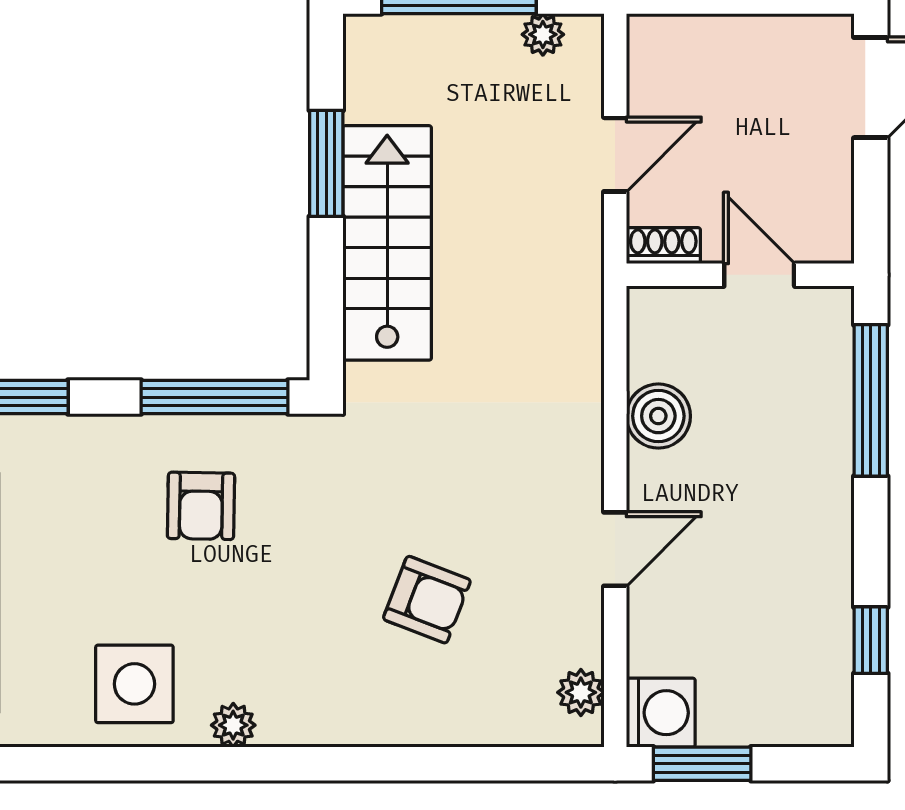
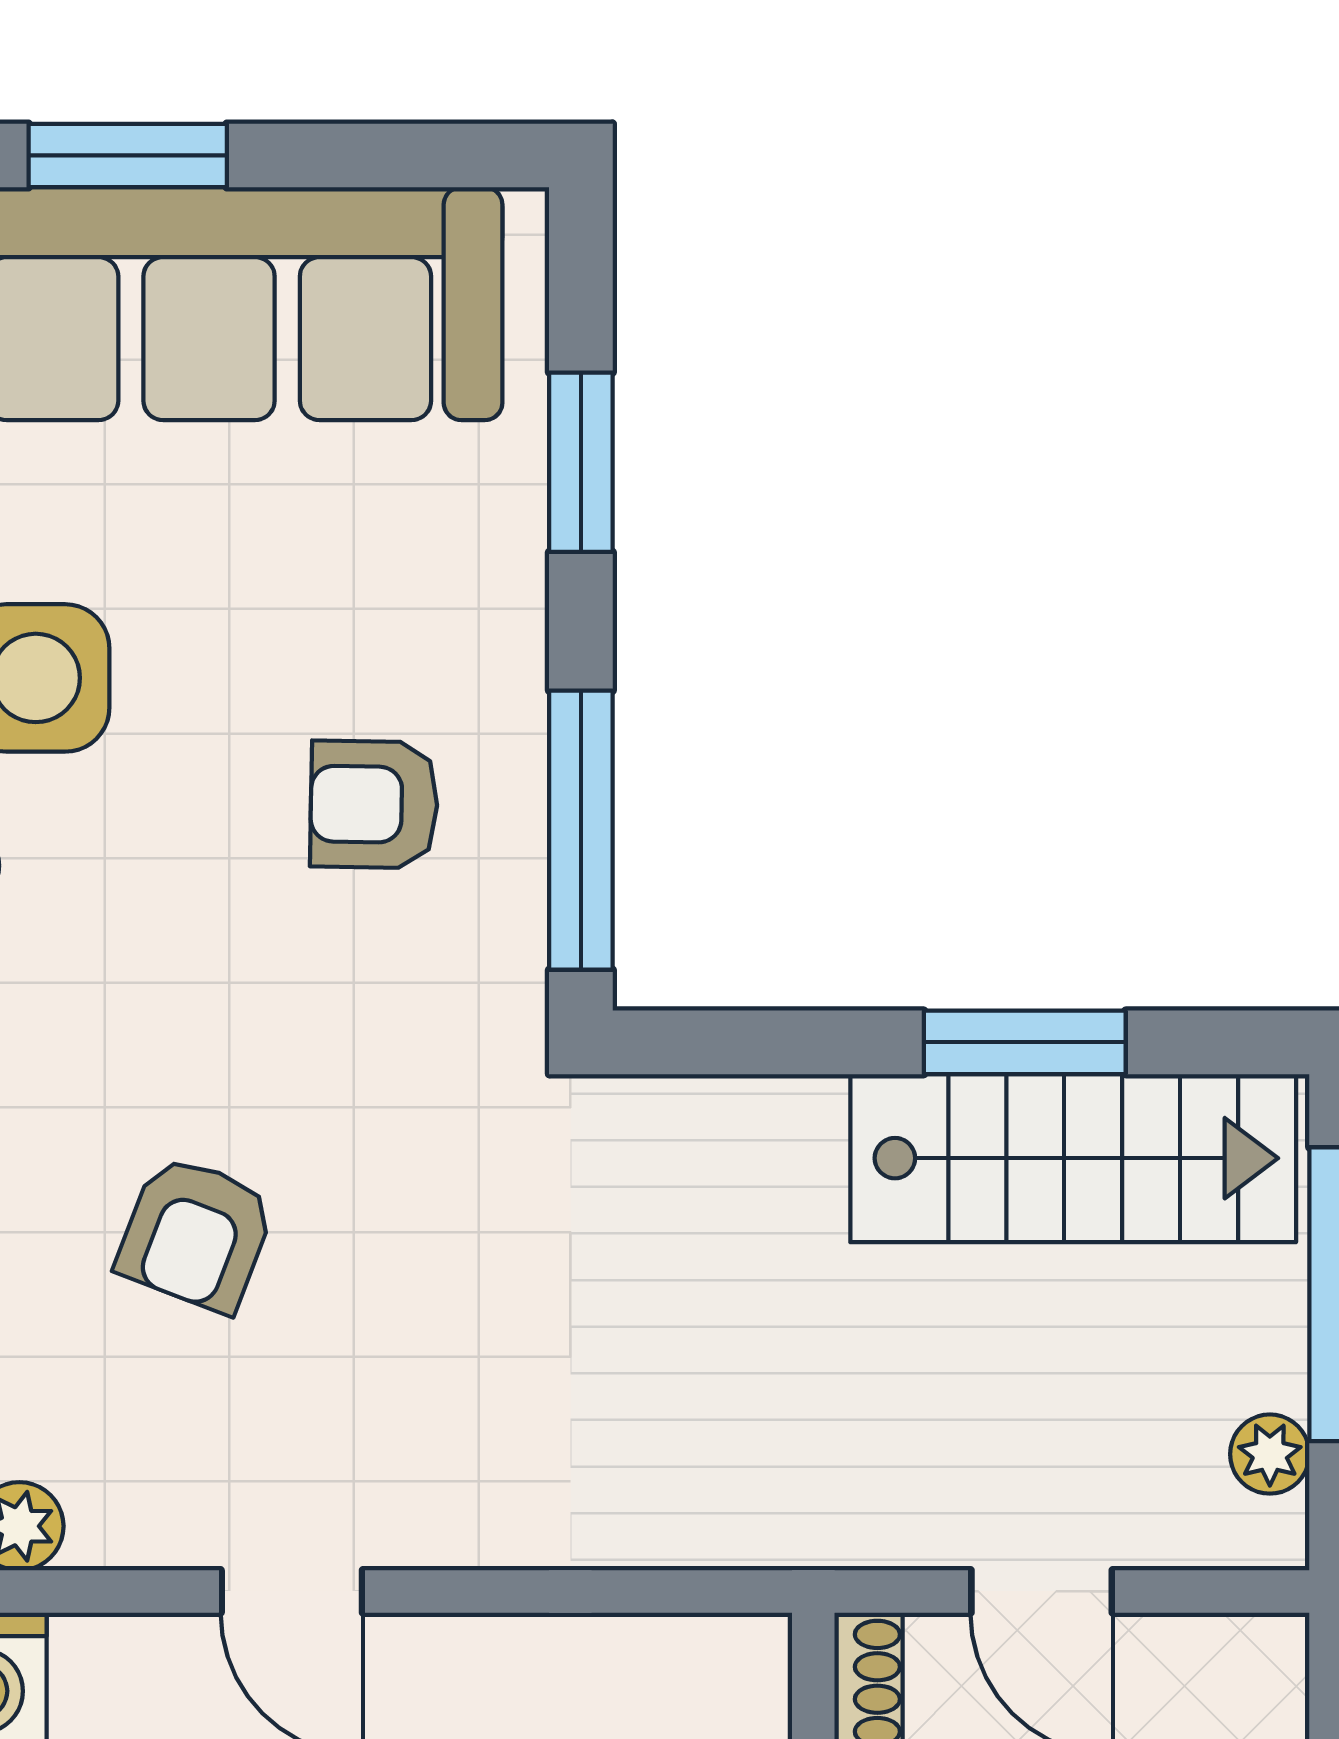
stairs: (387, 243) -> (1073, 1158), moved
boiler: (658, 416) -> (545, 1674), removed

